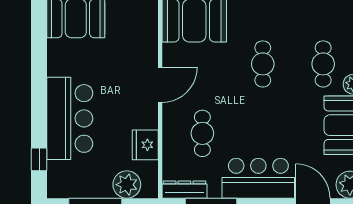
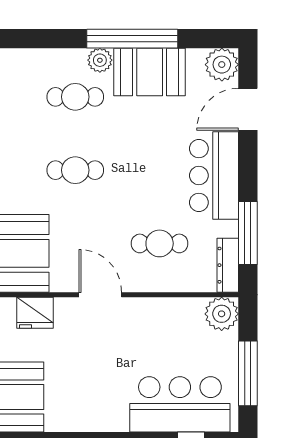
bar counter: (70, 118) -> (180, 404), moved
fridge: (145, 145) -> (35, 313), moved
plant: (127, 185) -> (222, 314), moved

